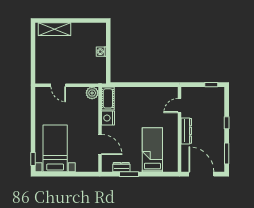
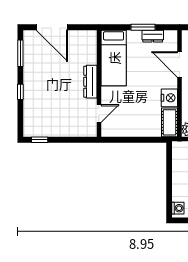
washing machine: (101, 52) -> (178, 208), moved
door: (180, 106) -> (99, 113), moved
wall: (180, 129) -> (99, 83), moved
dresser: (186, 131) -> (90, 82), moved

